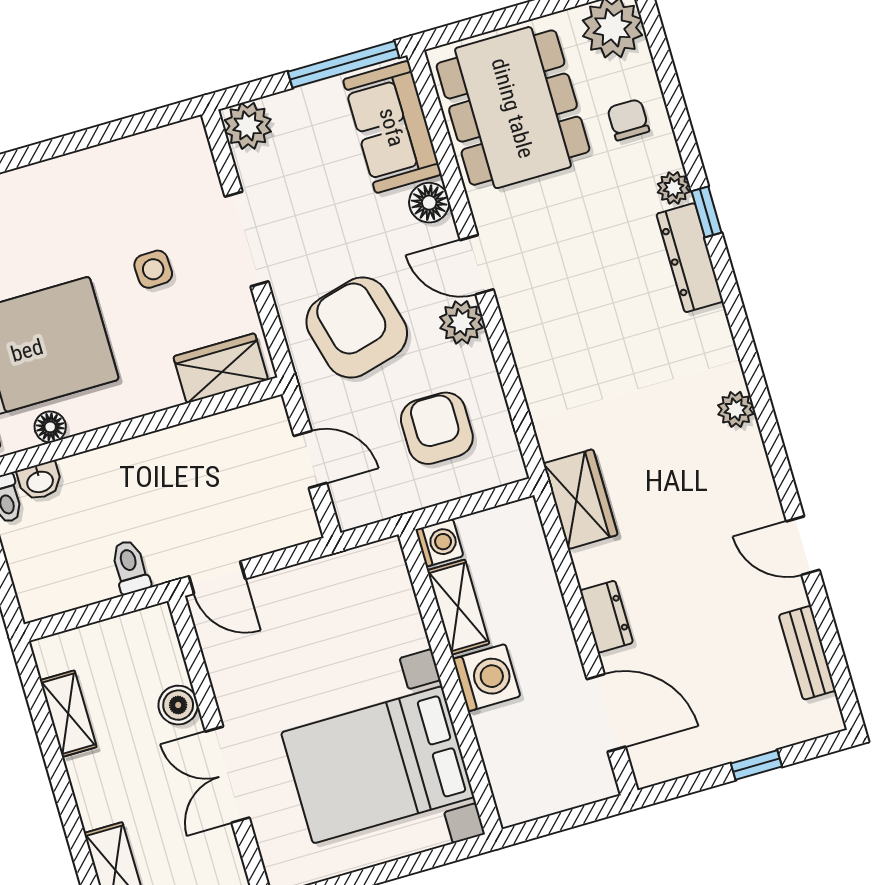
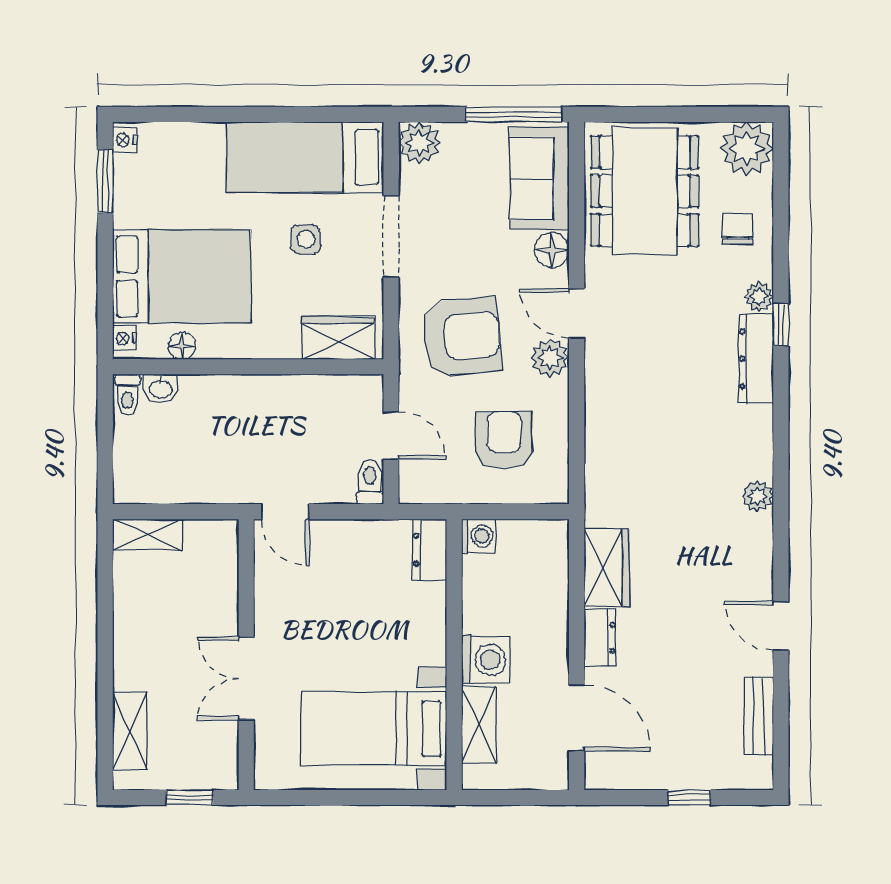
bed: (126, 179) -> (305, 157), added
armchair: (357, 328) -> (462, 337), turned 99
wardrobe: (580, 499) -> (607, 568), moved
toilet: (130, 567) -> (370, 482), moved
dresser: (389, 573) -> (430, 550), added
shelving: (458, 607) -> (479, 725), moved
boiler: (178, 705) -> (222, 608), removed
shelving: (68, 714) -> (147, 535), moved, turned 90
bed with nightstands: (378, 765) -> (374, 729), width x0.73

